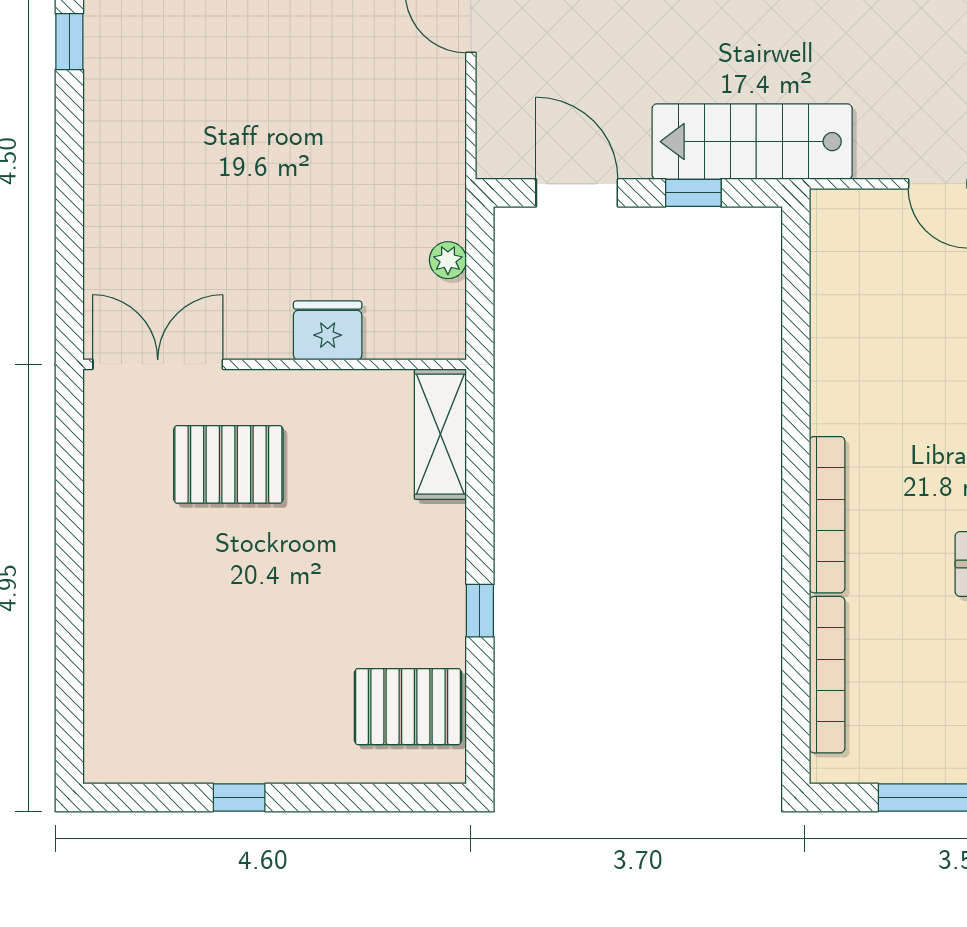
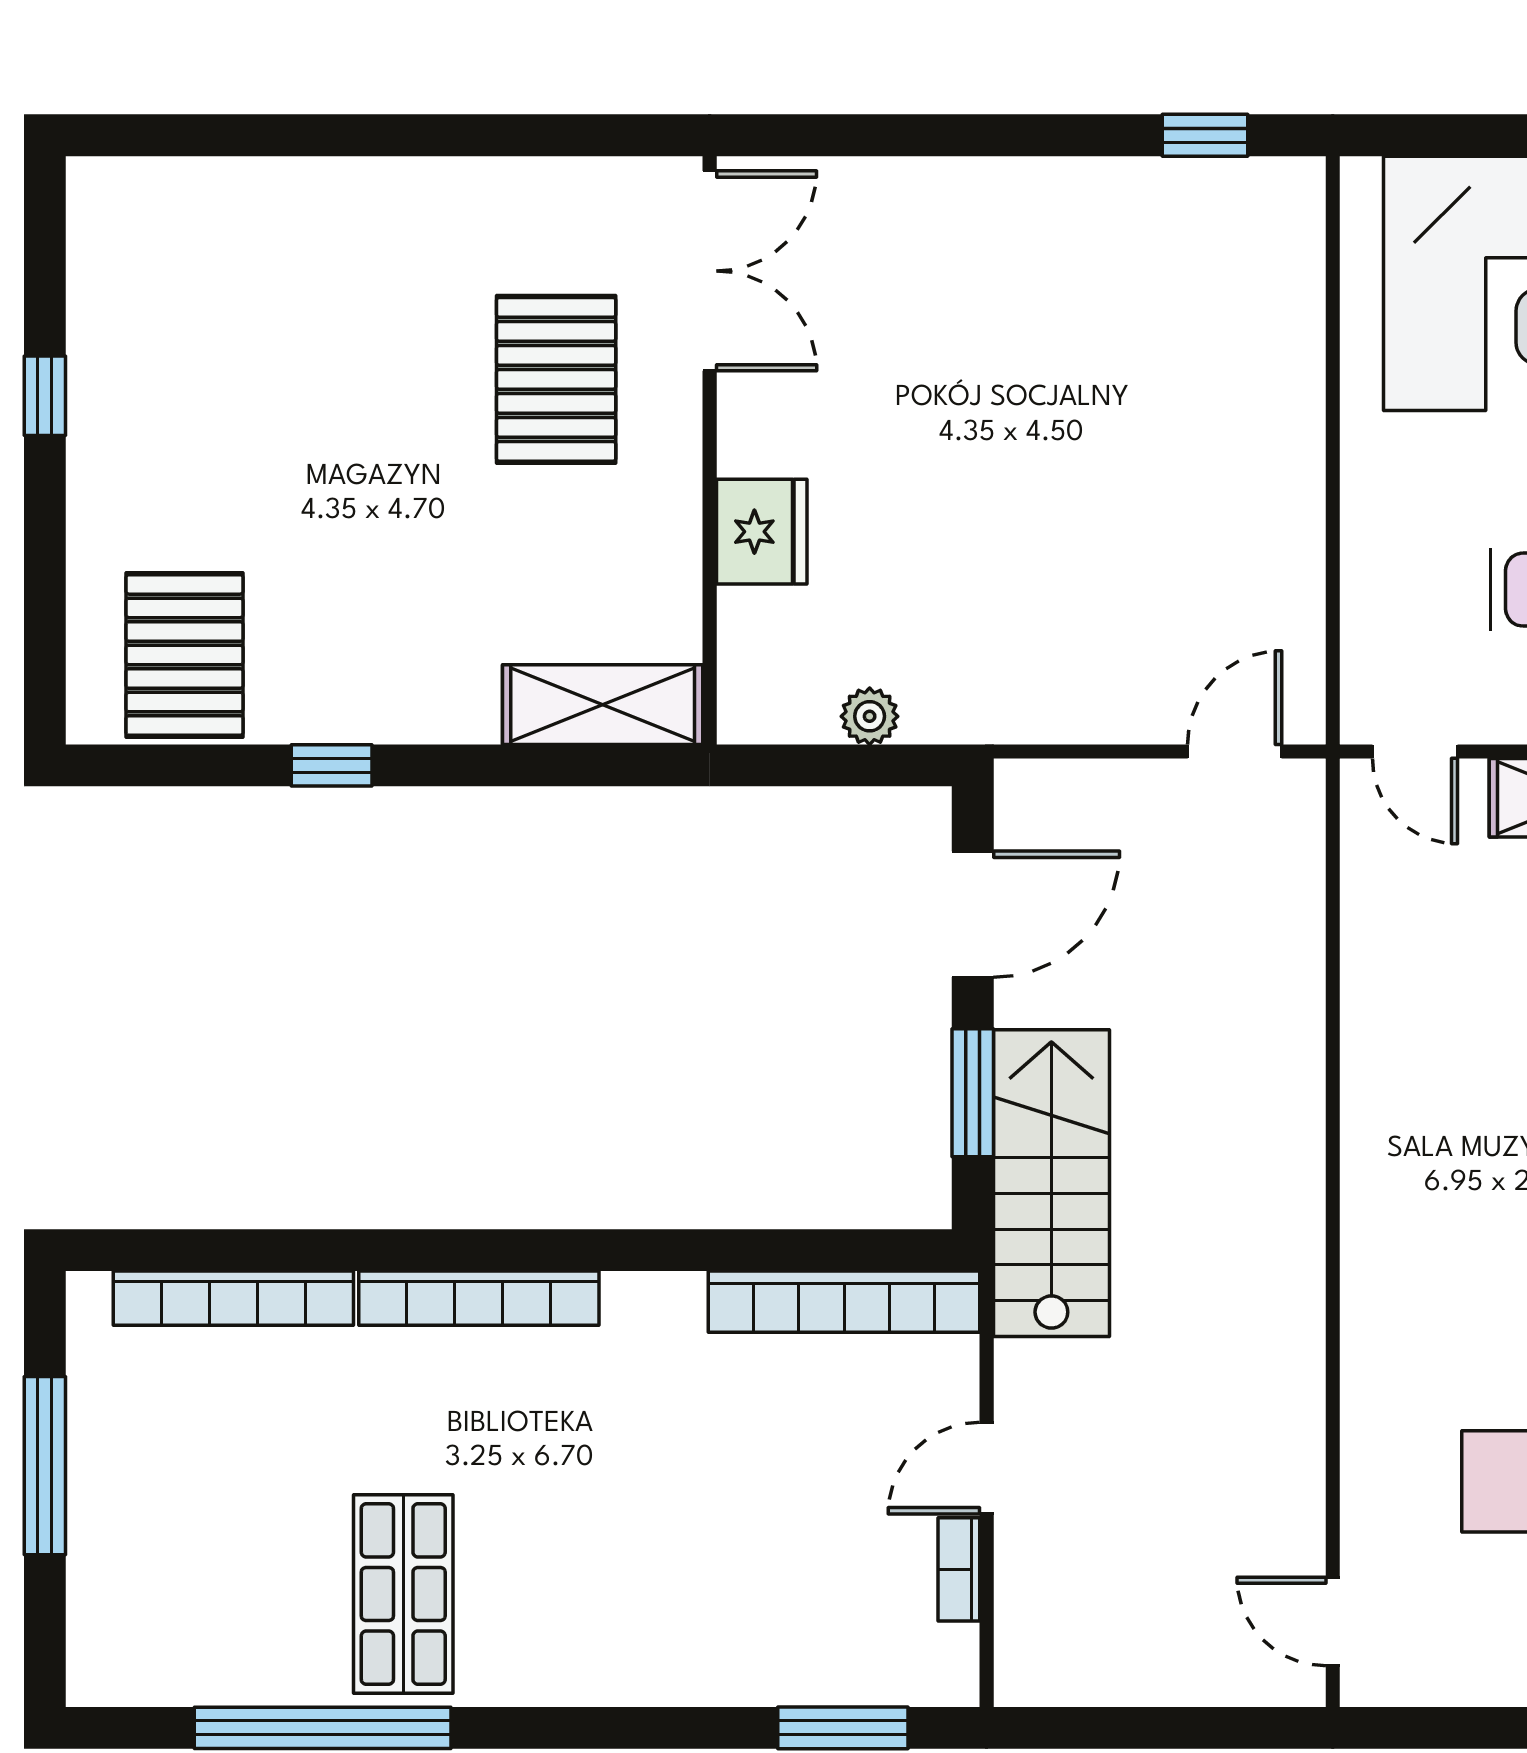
window: (693, 193) -> (973, 1093), width x1.50
bookcase: (829, 277) -> (844, 1302), added

